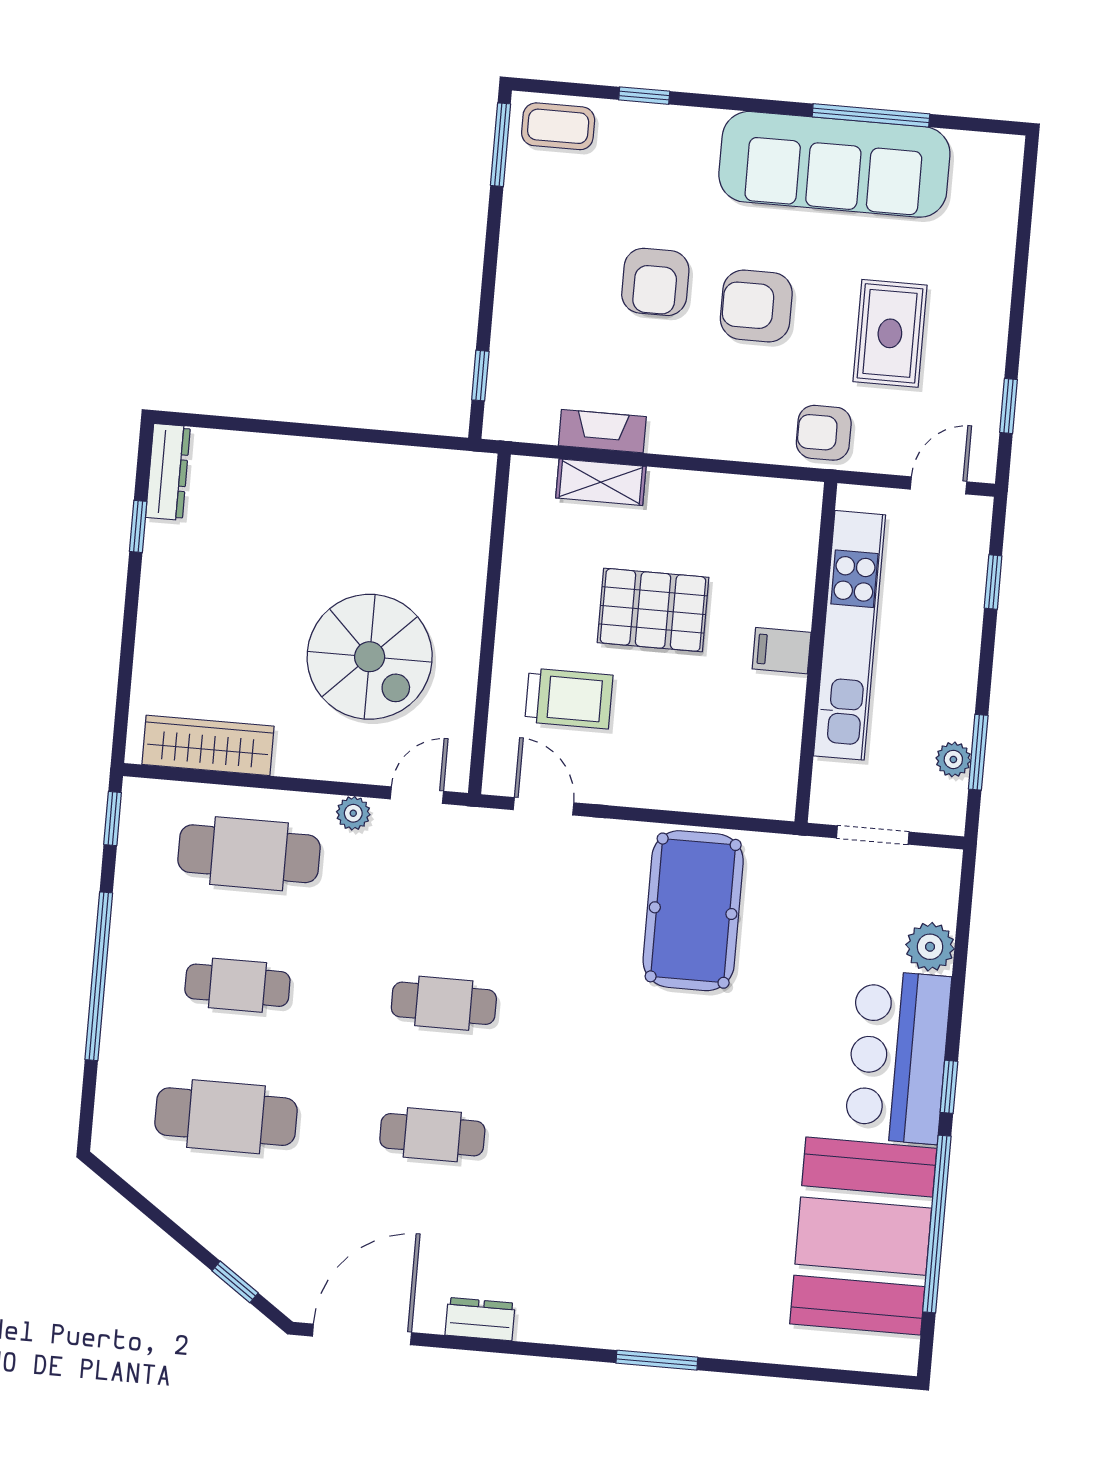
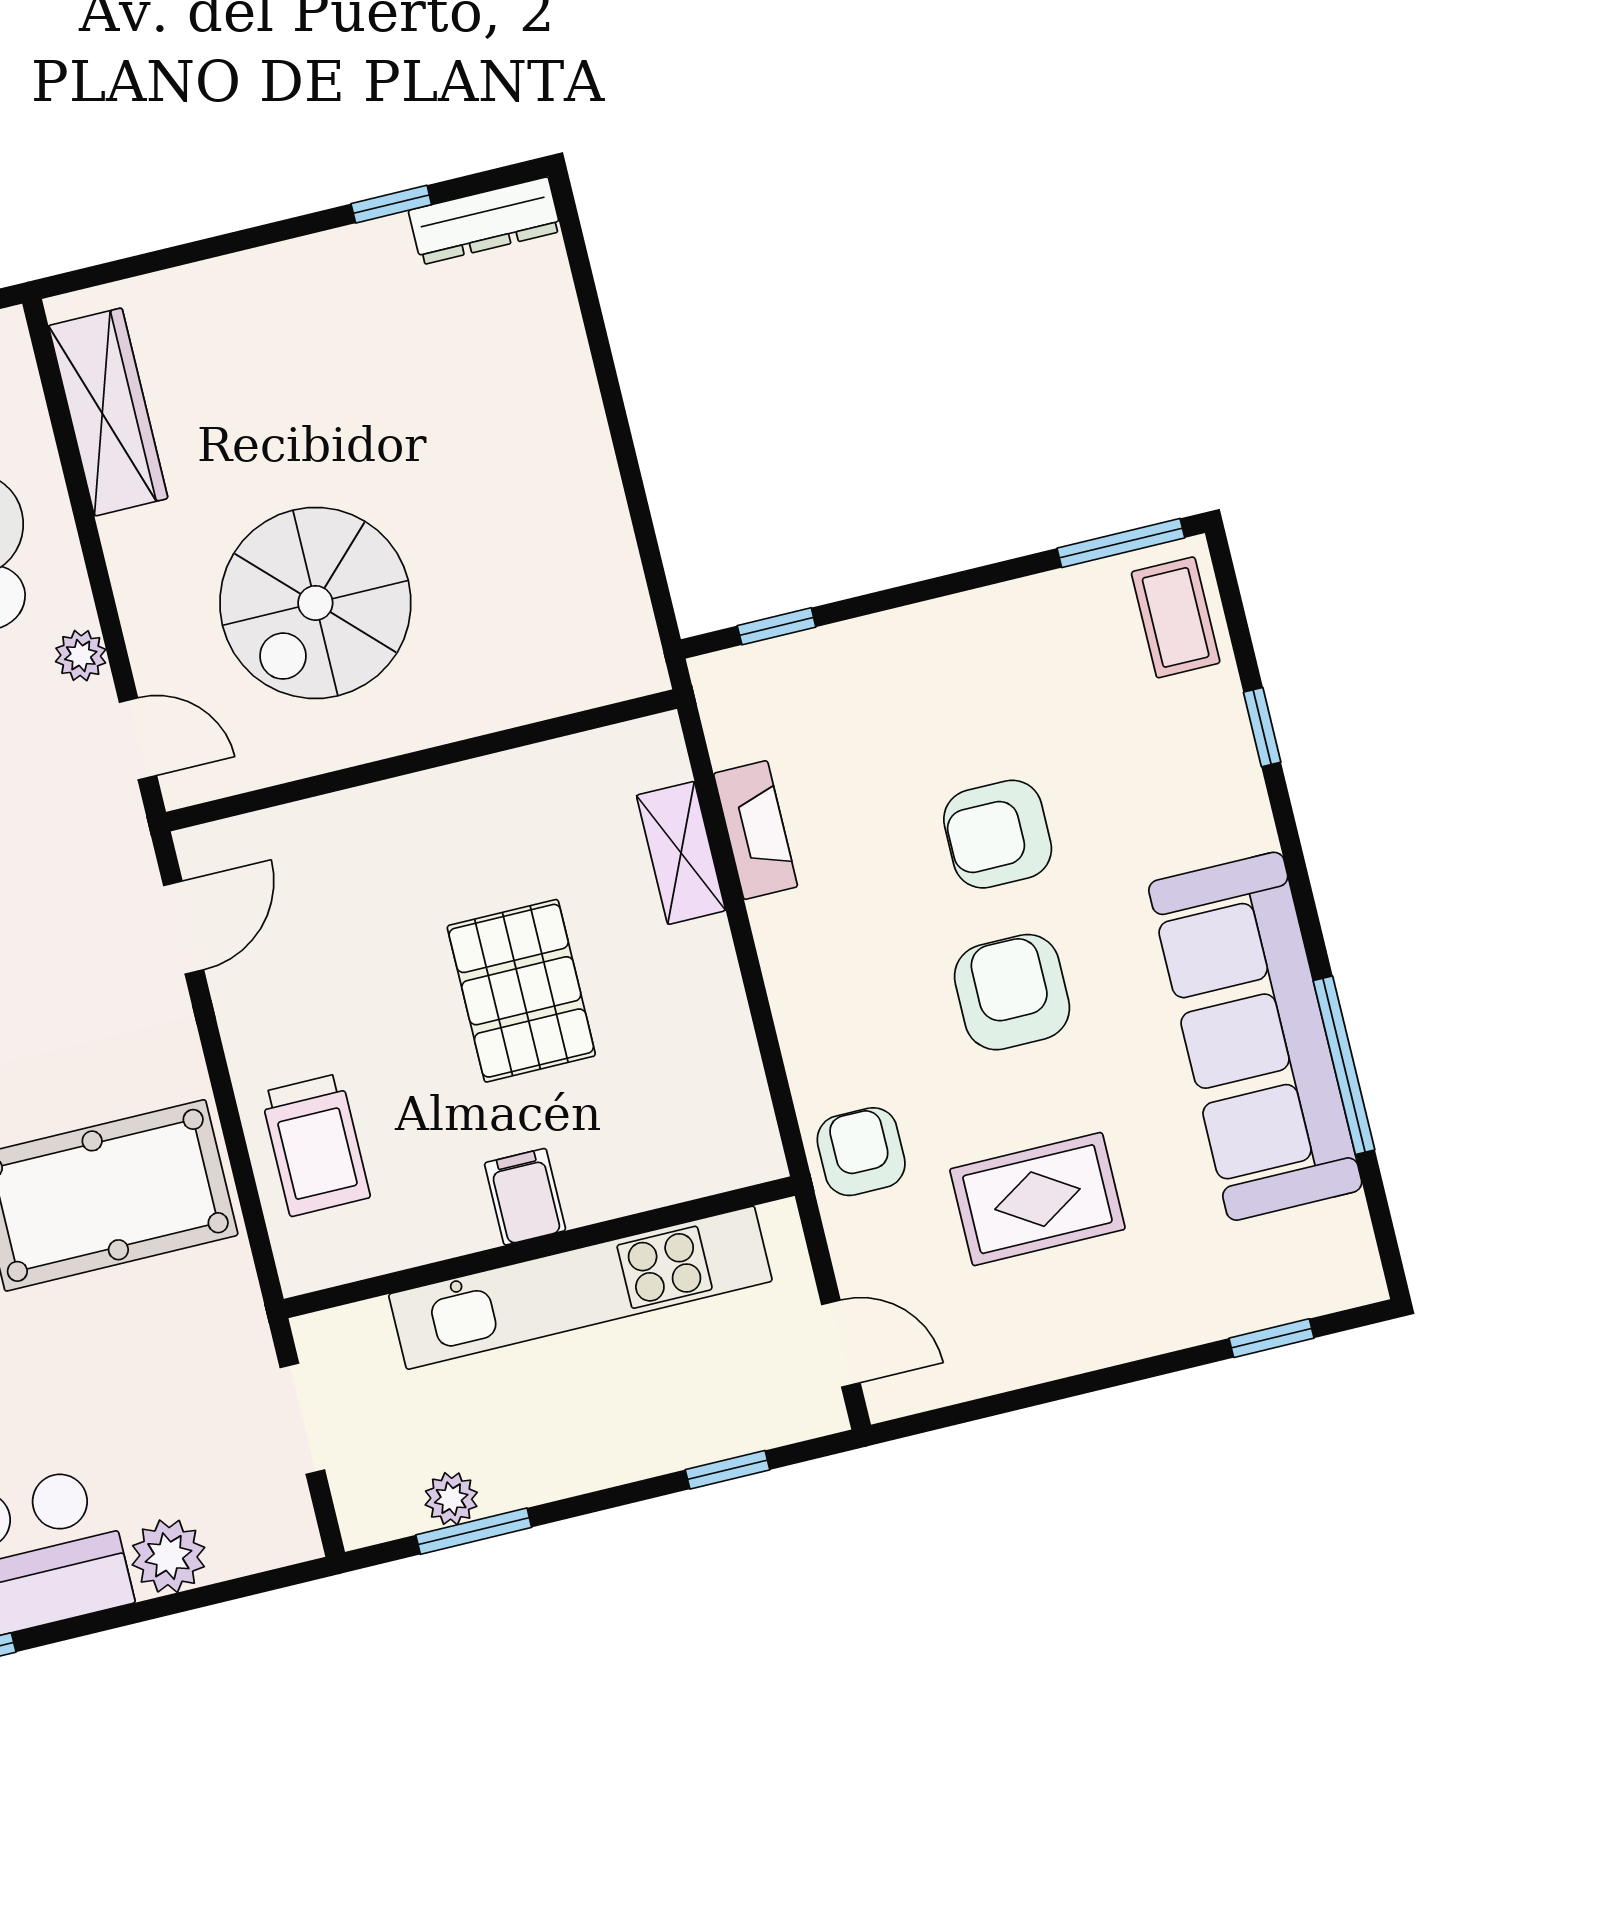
window: (1009, 406) -> (1272, 1338), moved
trolley: (569, 699) -> (315, 1145), moved

